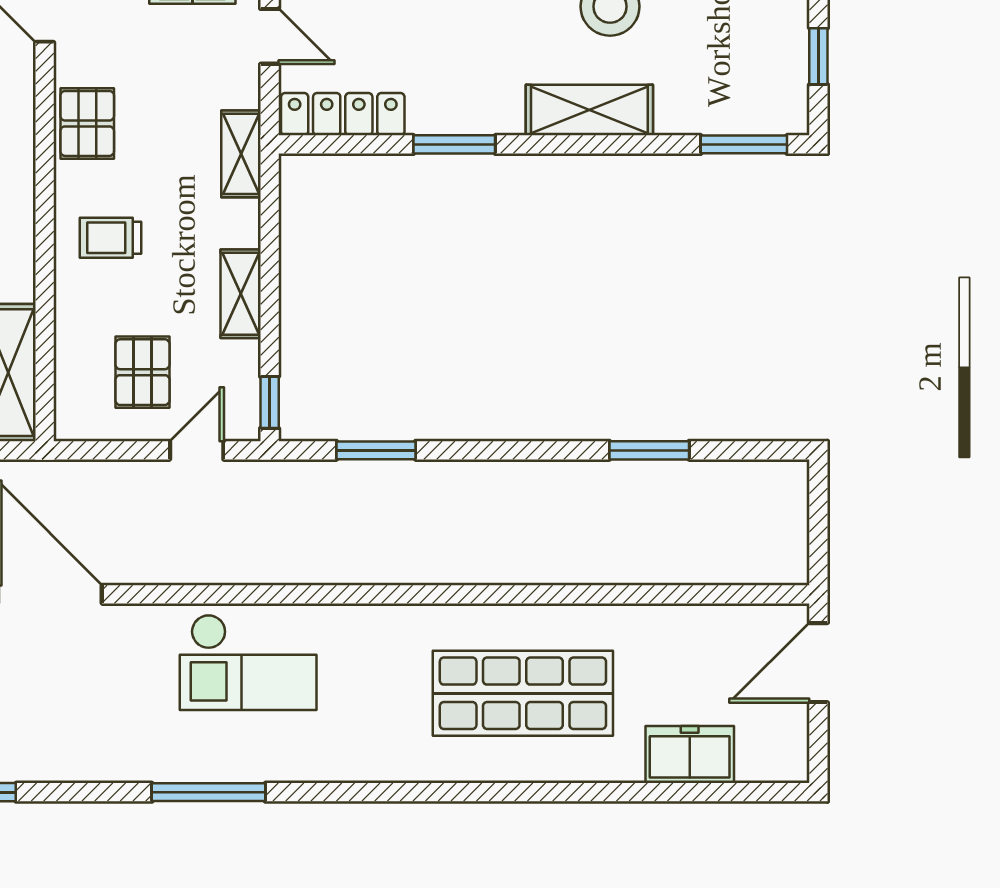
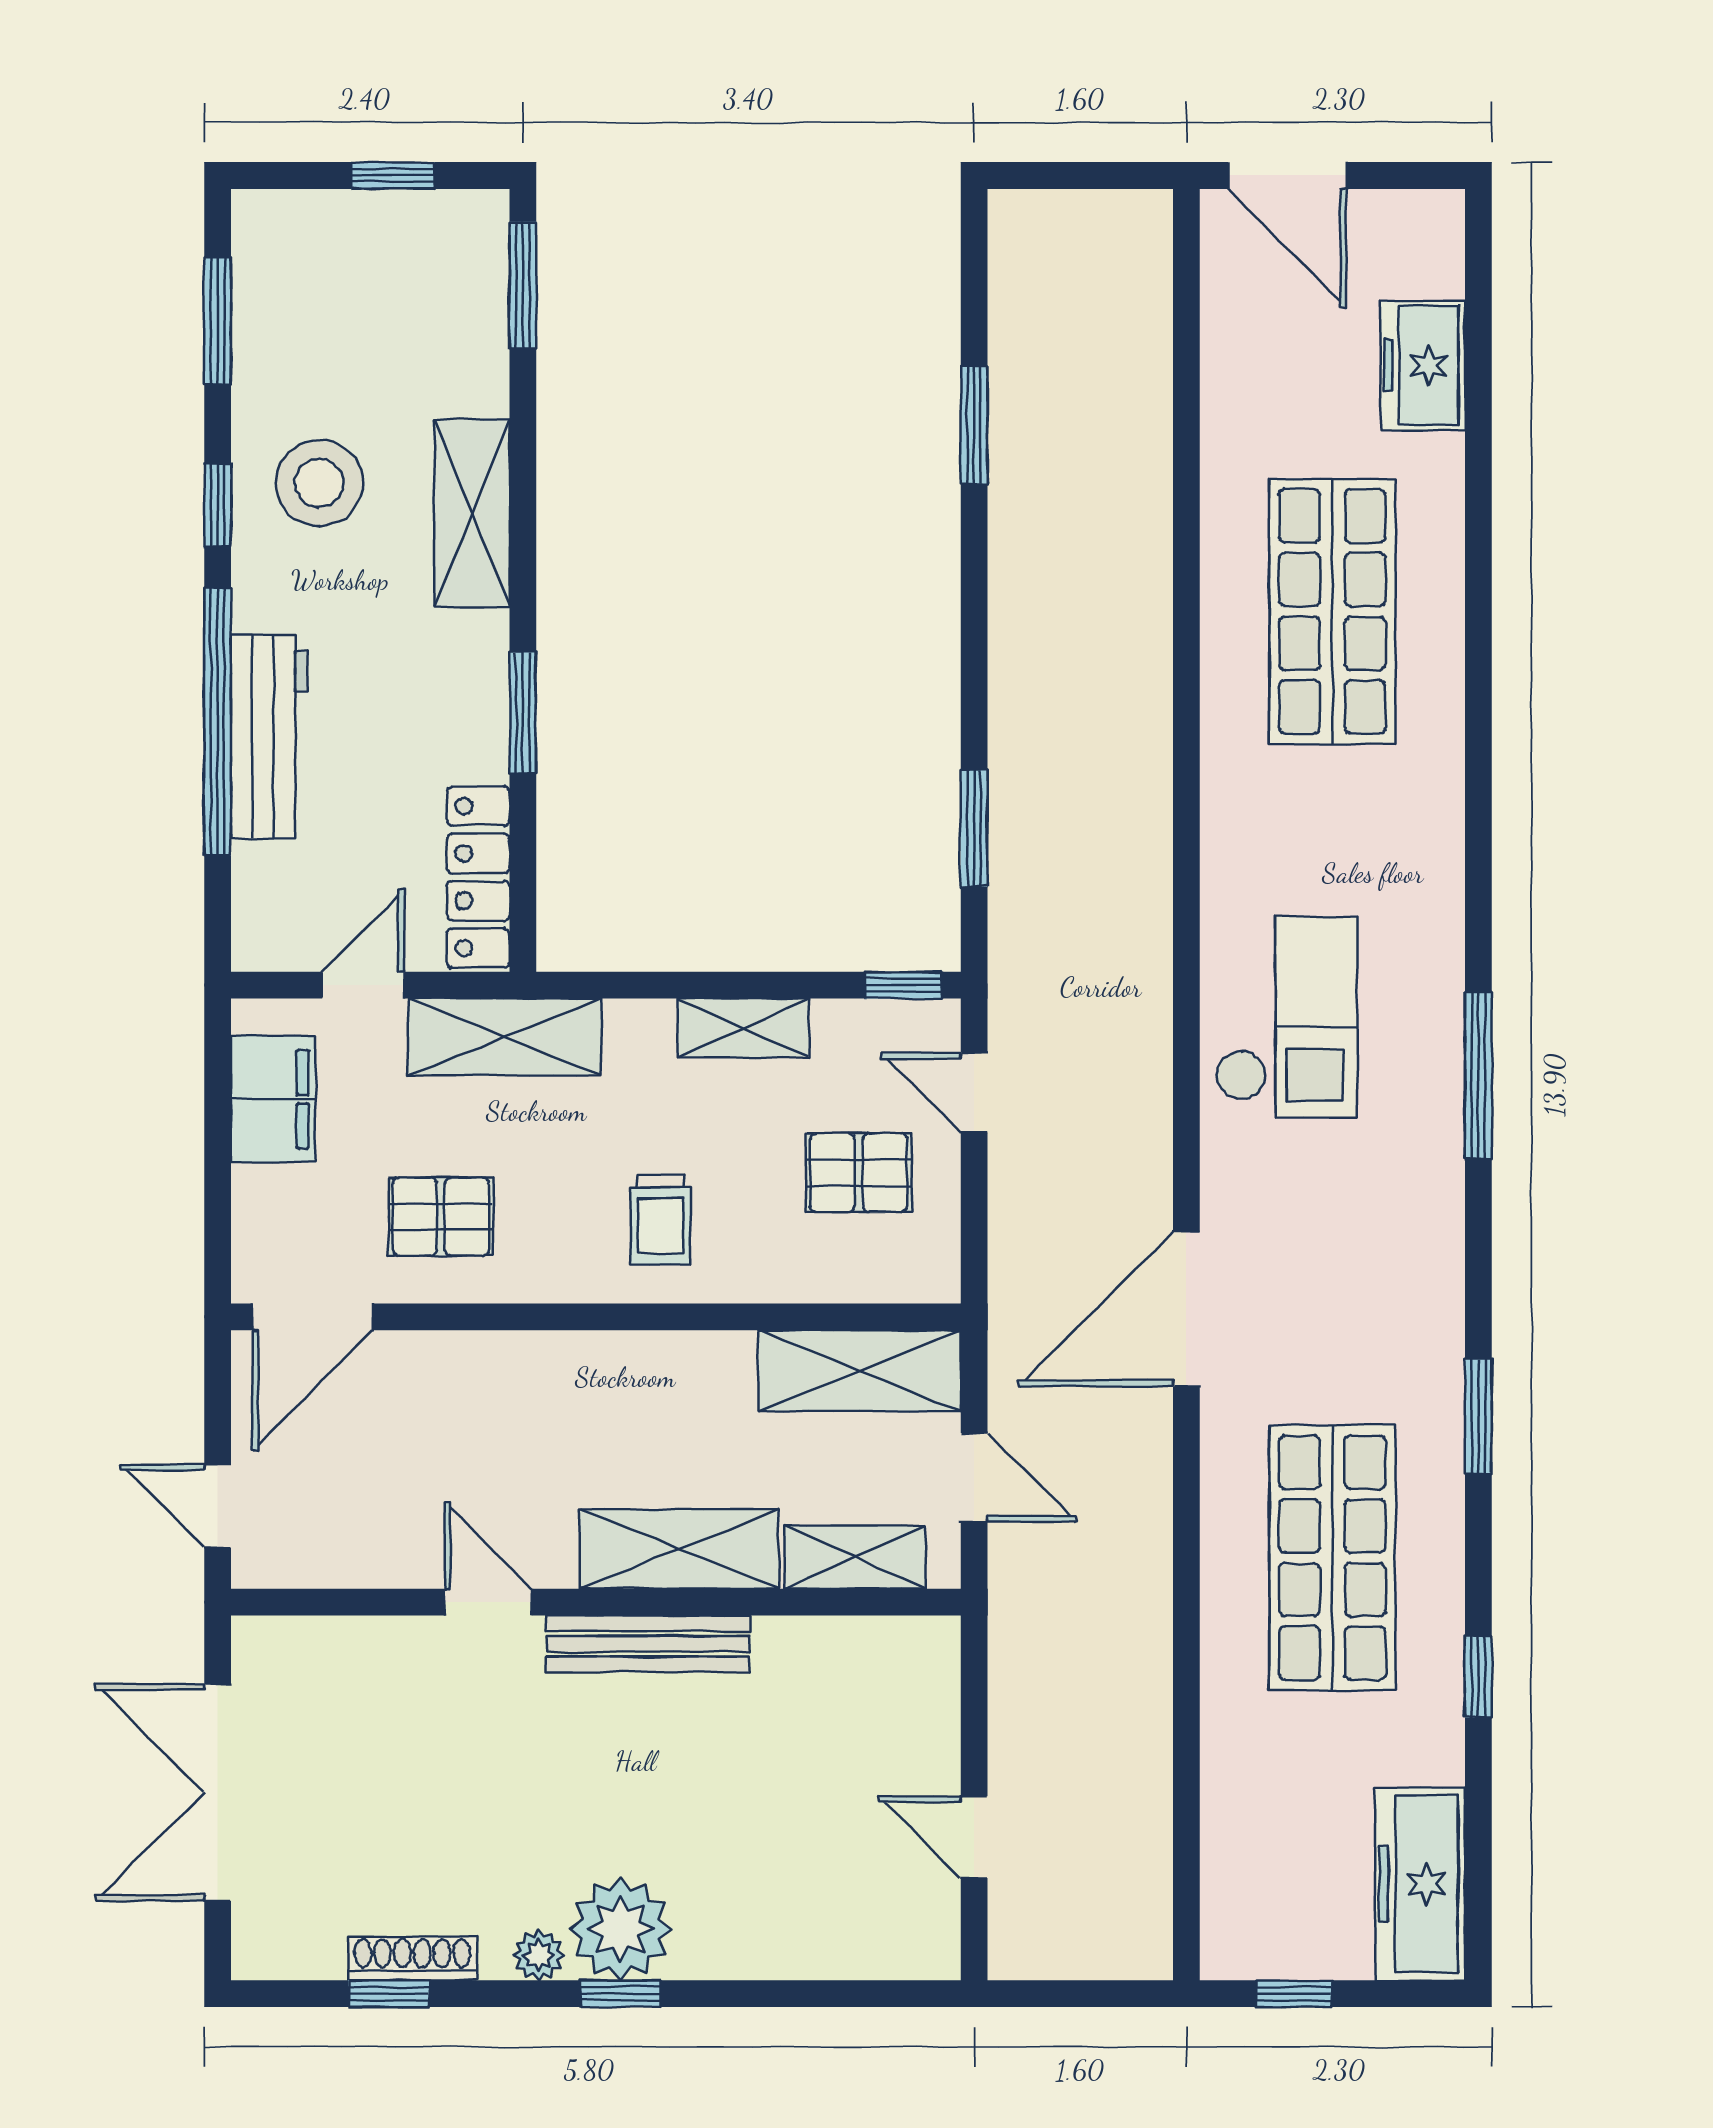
pallet: (87, 123) -> (441, 1217), moved
shelving: (241, 154) -> (505, 1037), width x1.50, depth x1.33

